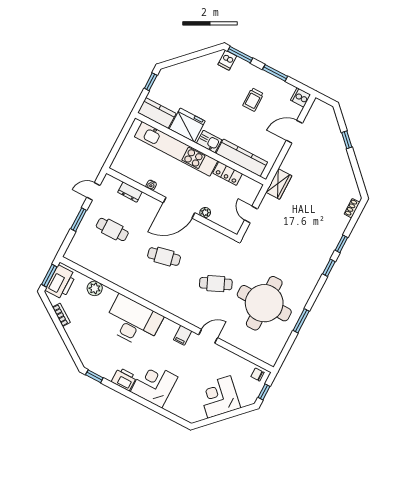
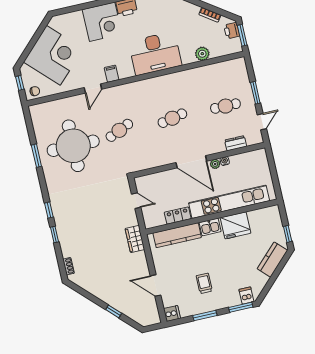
kitchen counter: (157, 113) -> (272, 260), moved, turned 135
door: (294, 132) -> (156, 285), swing flipped
door: (179, 208) -> (191, 162), swing flipped
plant: (205, 213) -> (215, 164), moved
printer: (61, 282) -> (232, 31), width x0.53, depth x0.68
corner desk: (219, 397) -> (53, 55), width x1.36, depth x1.36

